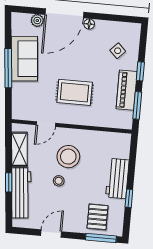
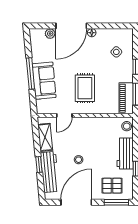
sofa: (24, 59) -> (44, 81), moved
piano: (127, 90) -> (126, 98), moved
rug: (75, 92) -> (85, 88), turned 90
stool: (68, 157) -> (127, 126), moved, width x0.53, depth x0.53
pallet: (97, 217) -> (112, 186), turned 90
door: (51, 234) -> (76, 202), width x1.88

